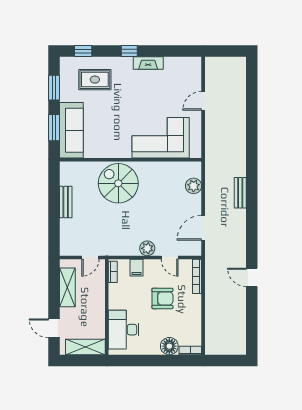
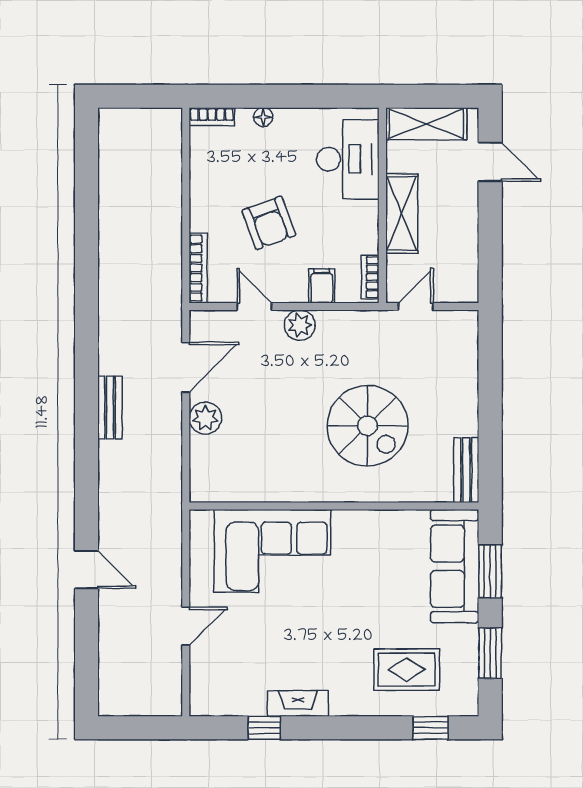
window: (129, 51) -> (264, 728), moved
spiral stairs: (118, 183) -> (368, 426), moved
plant: (194, 186) -> (205, 418), moved
bench: (240, 193) -> (110, 407), moved
bench: (66, 202) -> (466, 470), moved
door: (252, 277) -> (87, 570), moved
shelving: (67, 287) -> (402, 213), moved
armchair: (162, 298) -> (269, 223), turned -110
floor lamp: (169, 346) -> (263, 117), width x0.53, depth x0.53

